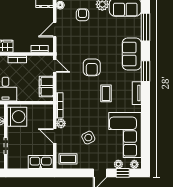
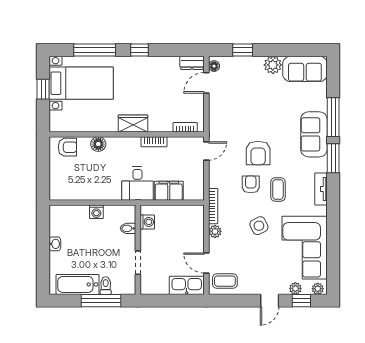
armchair: (82, 15) -> (251, 184), moved
window: (145, 27) -> (333, 117), moved
door: (55, 30) -> (206, 83), moved
door: (55, 66) -> (206, 151), hinge flipped
filing cabinet: (46, 87) -> (169, 191), moved, turned 90
washing machine: (17, 117) -> (147, 222), width x0.53, depth x0.53
door: (55, 136) -> (206, 263), moved
side table: (88, 138) -> (259, 226), moved

